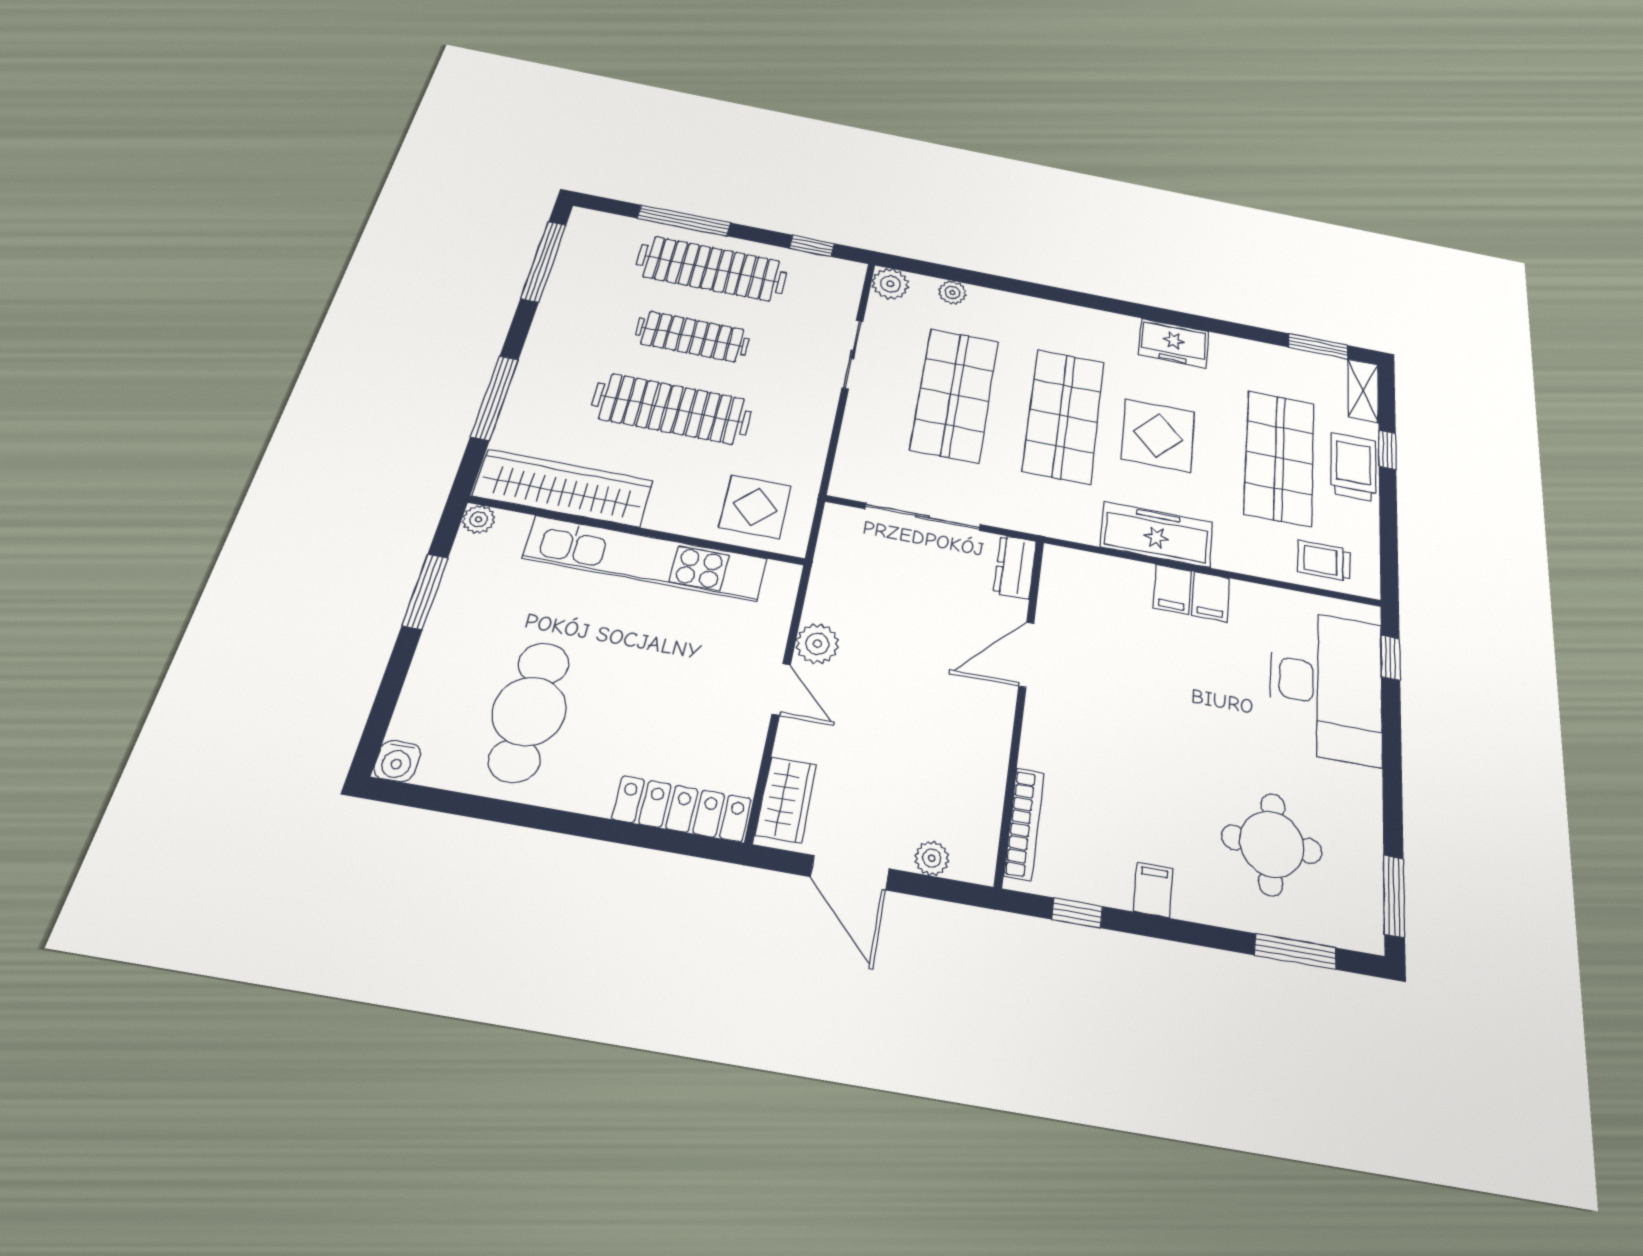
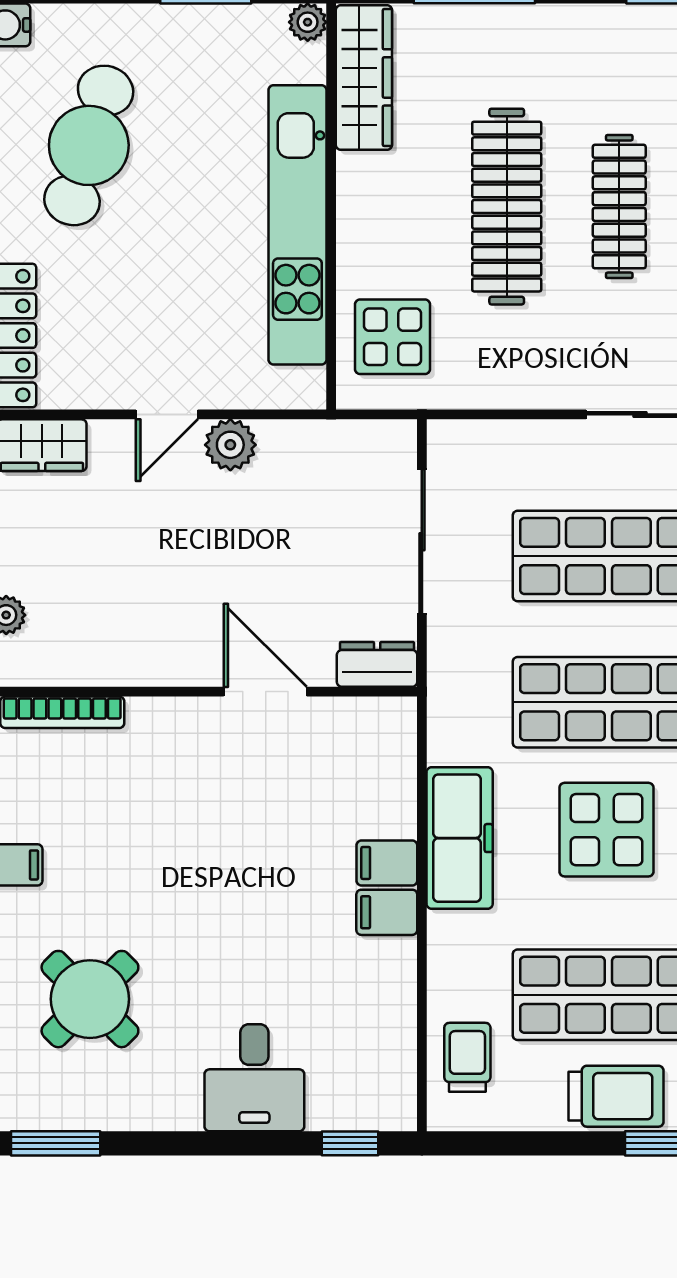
wardrobe: (563, 488) -> (364, 77), width x0.71, depth x0.85
desk: (1326, 685) -> (254, 1078), width x0.53, depth x0.77
cafe table: (529, 711) -> (89, 145), turned -73
round table: (1272, 844) -> (90, 999), turned 45

